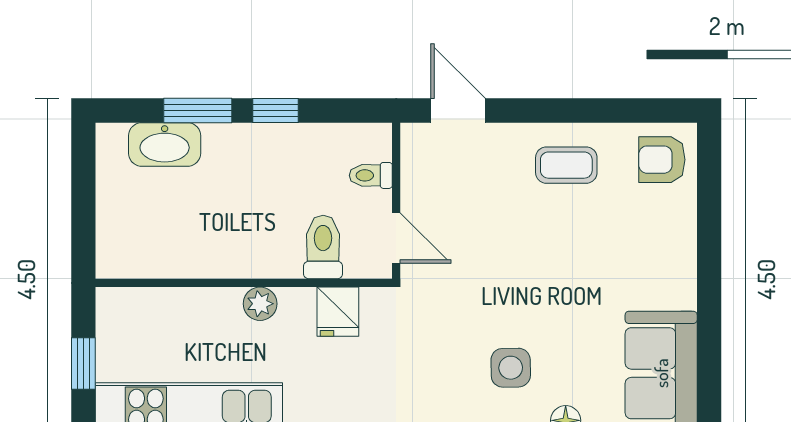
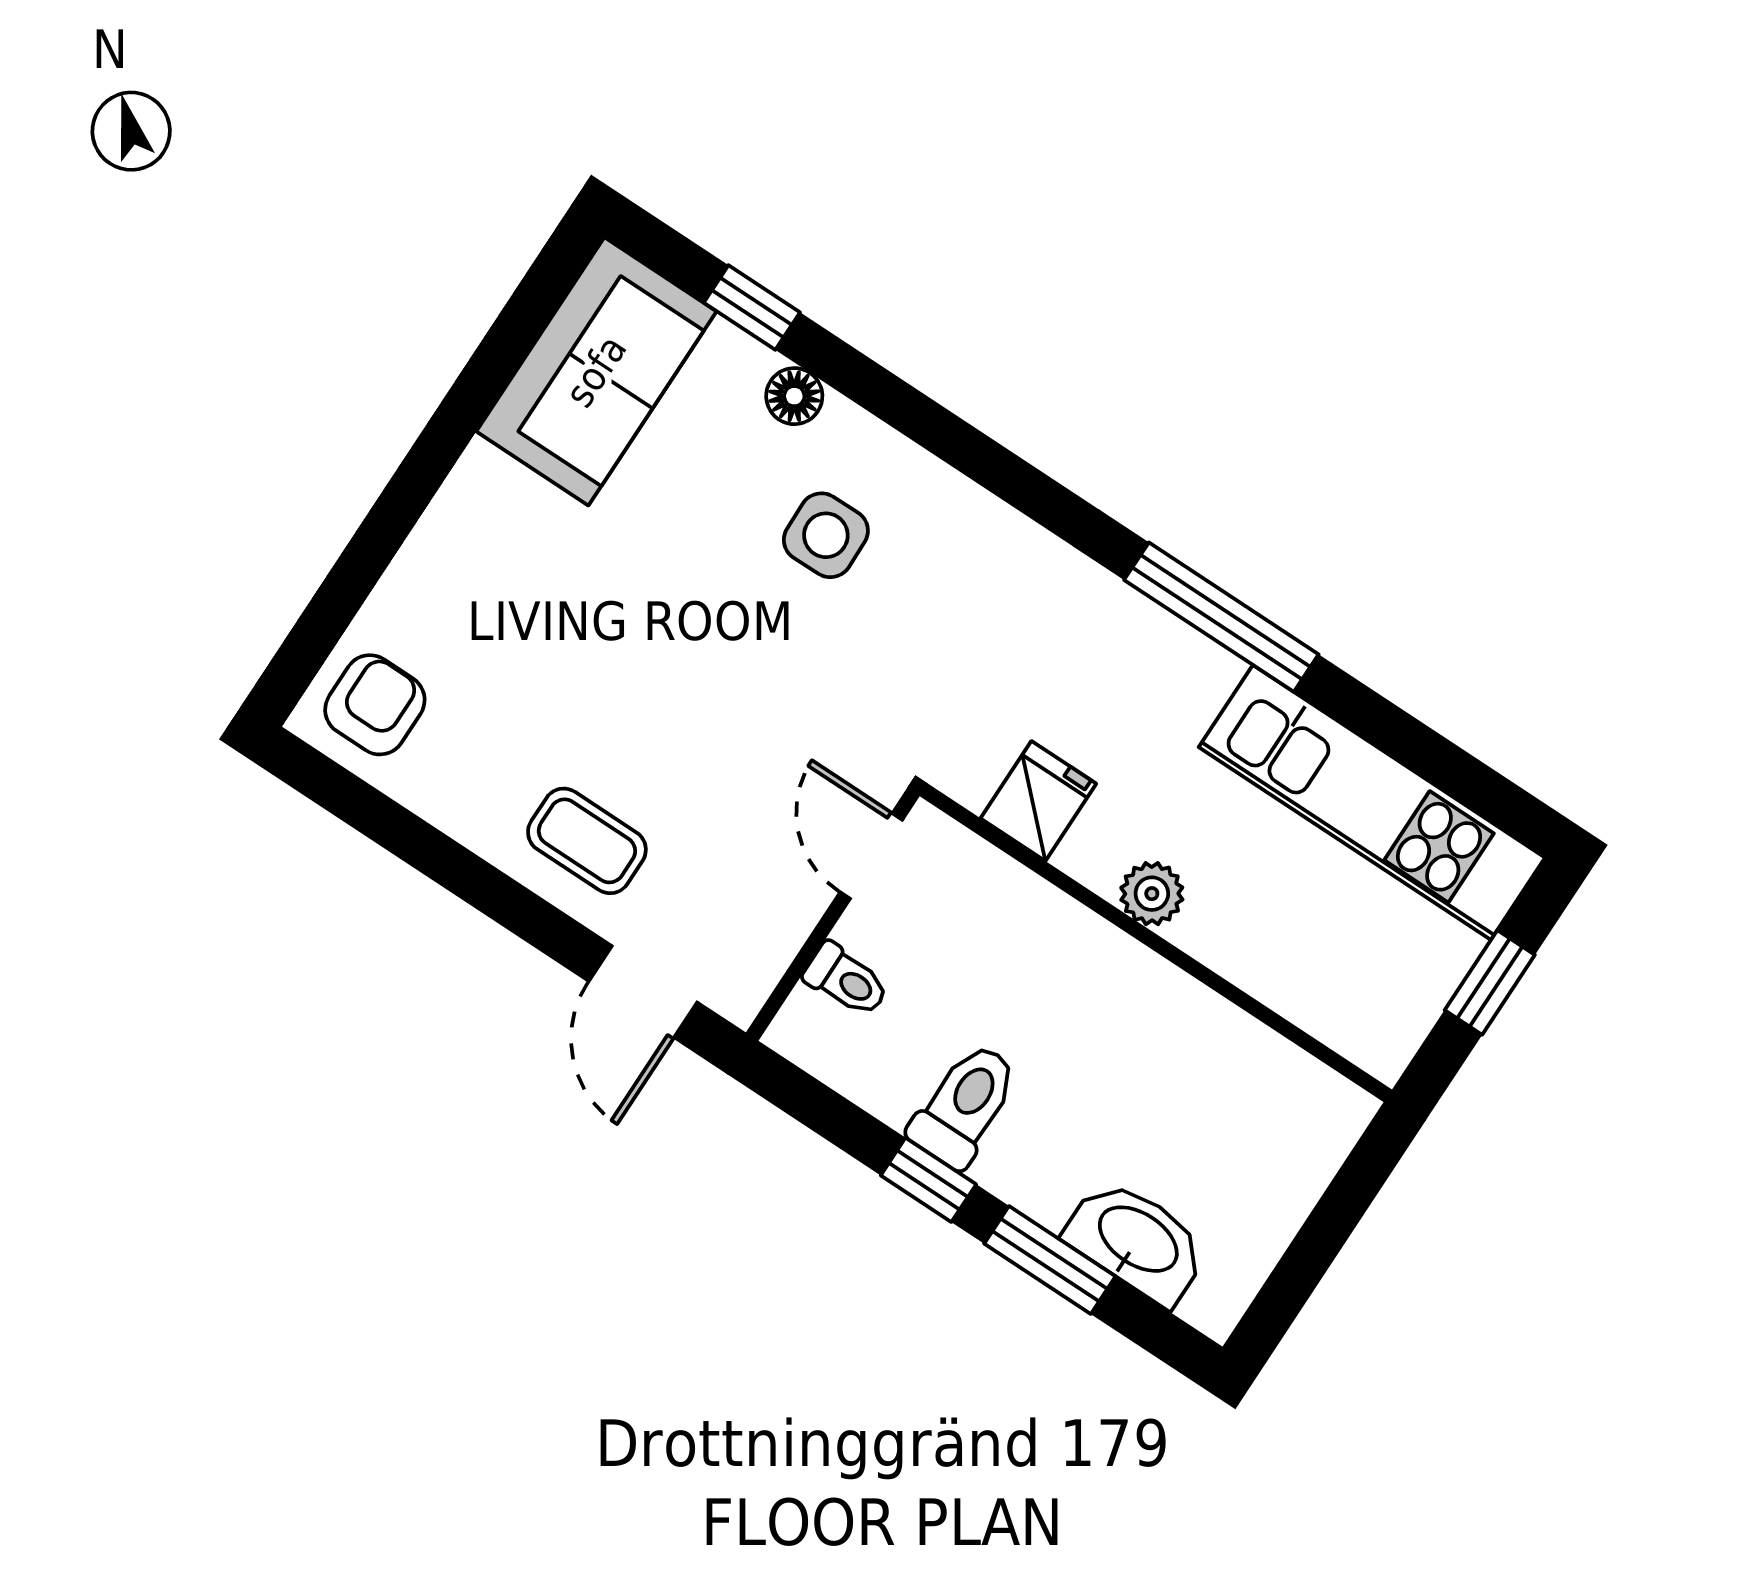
armchair: (662, 160) -> (375, 705), turned -90
coffee table: (566, 165) -> (587, 841), moved
toilet: (323, 247) -> (965, 1105), moved, turned 180

